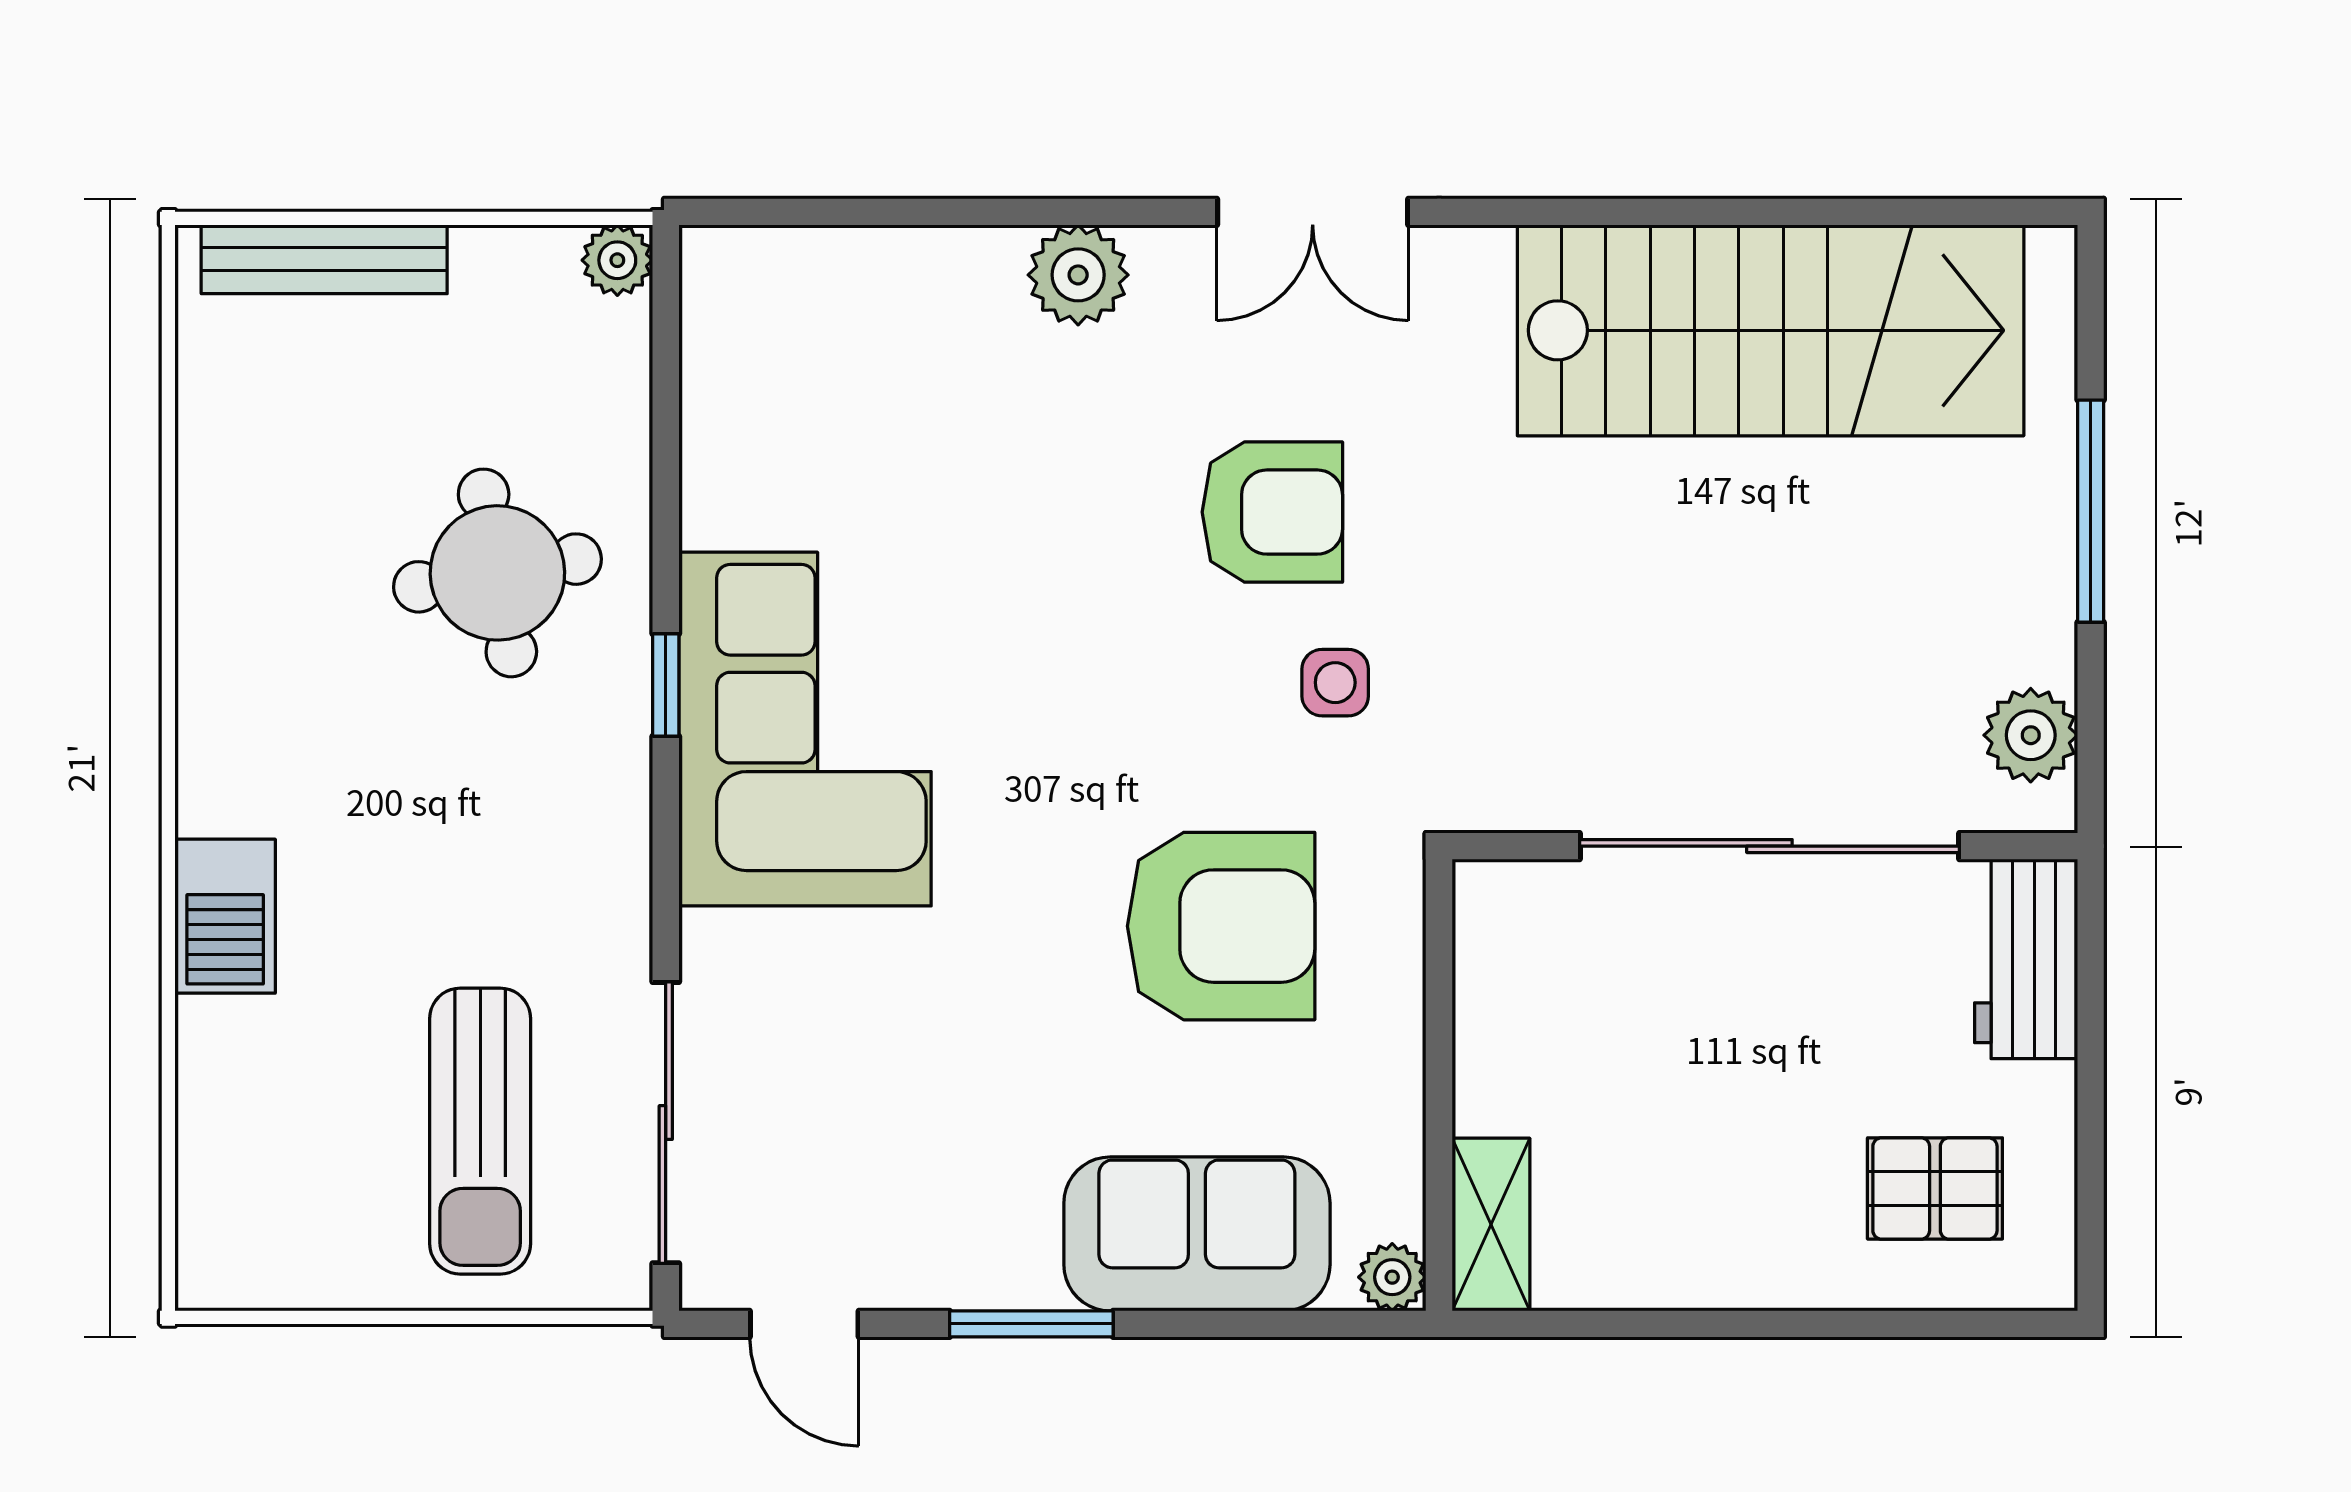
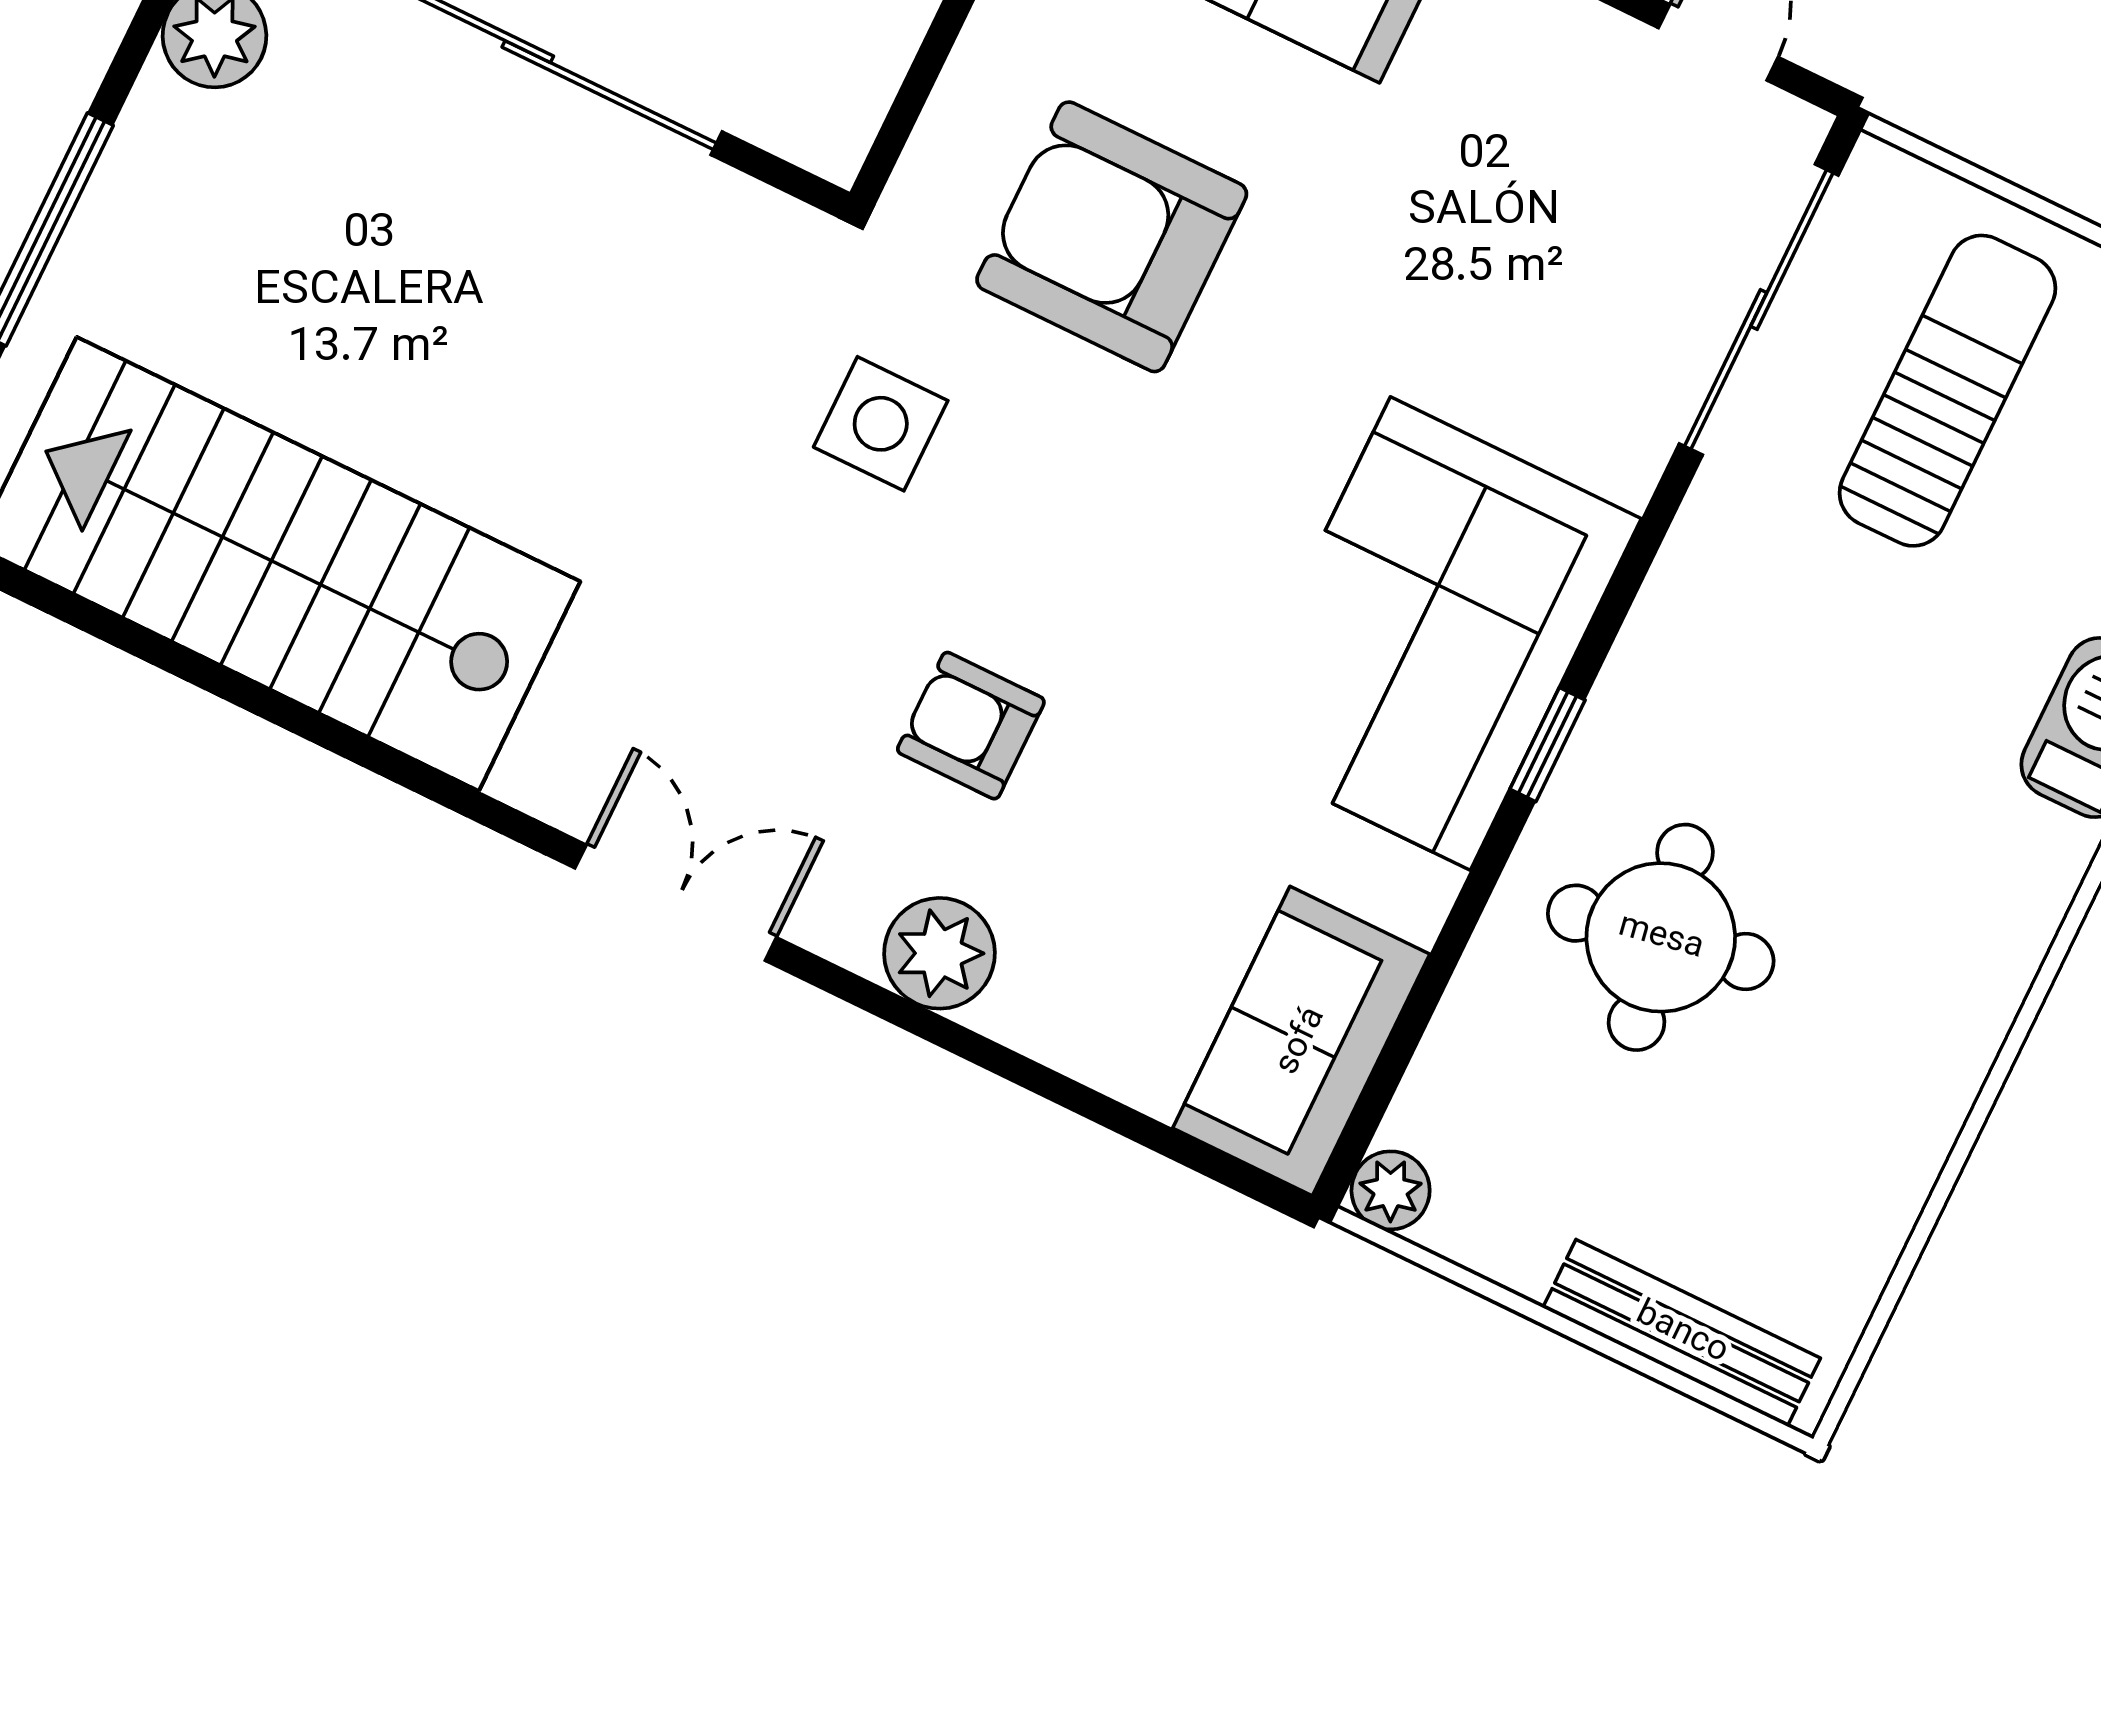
sofa: (749, 346) -> (1301, 1041), added
armchair: (1272, 512) -> (971, 726), moved, width x0.72, depth x0.72
side table: (1335, 683) -> (881, 424), width x1.37, depth x1.37

